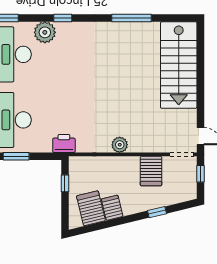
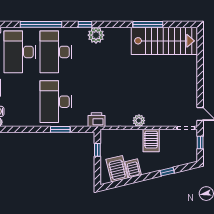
window: (63, 18) -> (85, 24), moved
plant: (45, 32) -> (96, 35), moved
stairs: (179, 65) -> (164, 41), moved, turned -90
server rack: (151, 171) -> (151, 140), moved

